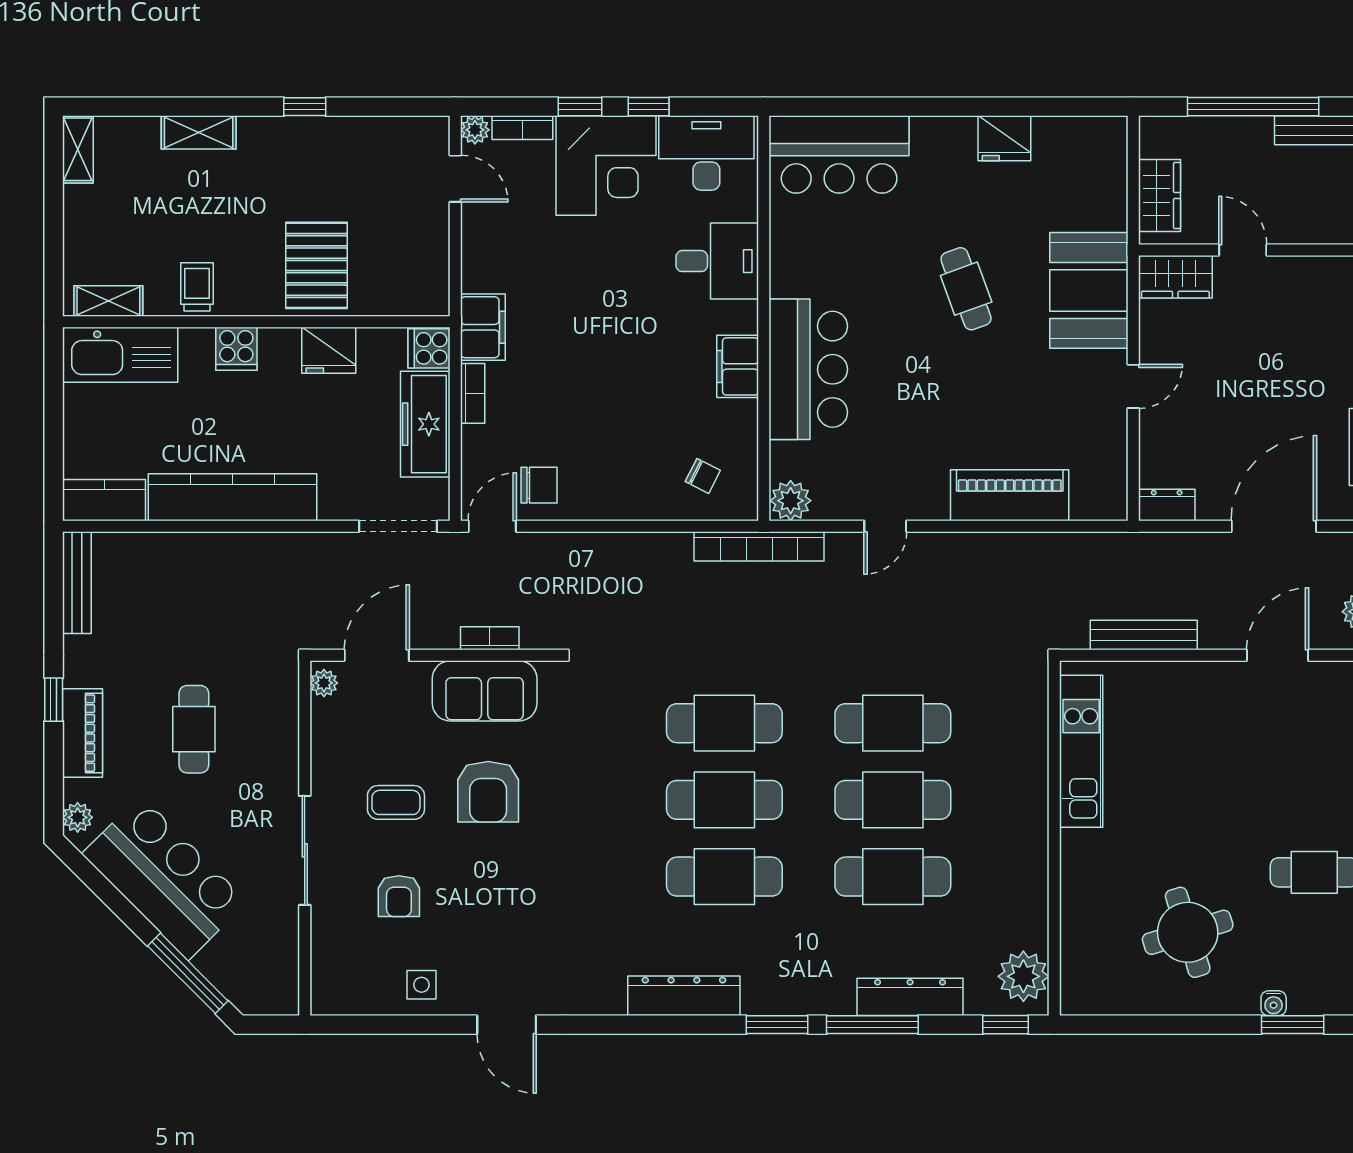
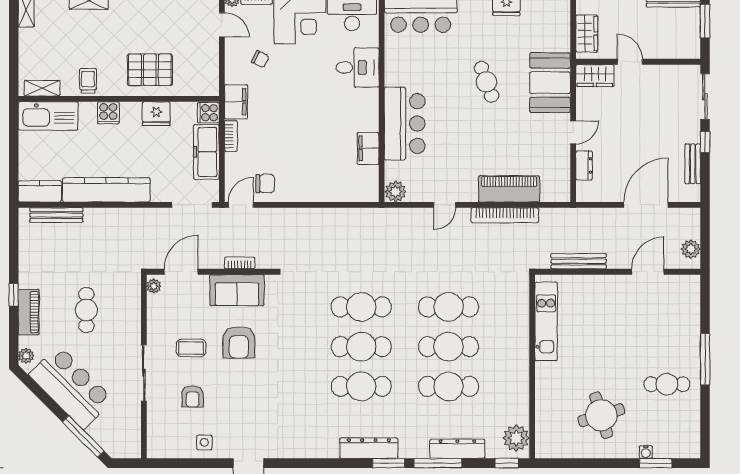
pallet: (316, 265) -> (150, 70), turned 90
filing cabinet: (738, 366) -> (368, 148), moved
chair: (703, 476) -> (260, 59), moved
dresser: (1167, 505) -> (584, 165), moved, turned 90
bookcase: (759, 546) -> (505, 215), moved
bench: (77, 583) -> (56, 215), moved, turned 90
dresser: (684, 996) -> (369, 448), moved

